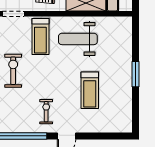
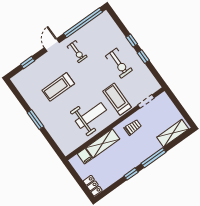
treadmill: (90, 90) -> (58, 87), turned -90
window: (103, 136) -> (28, 63), added

